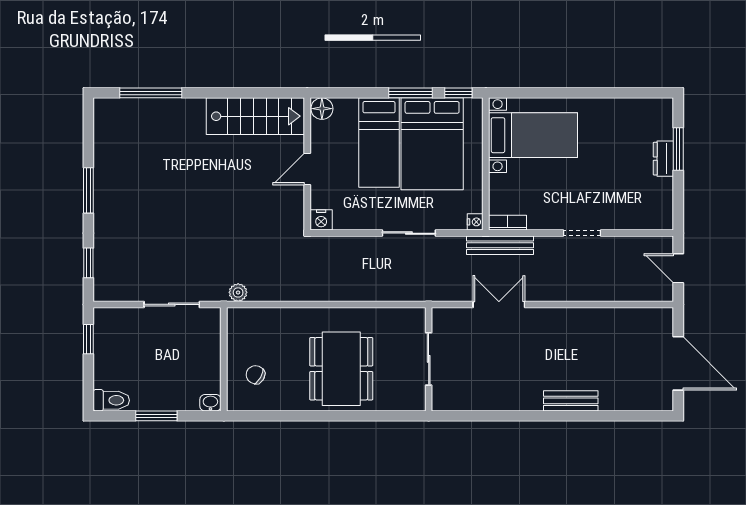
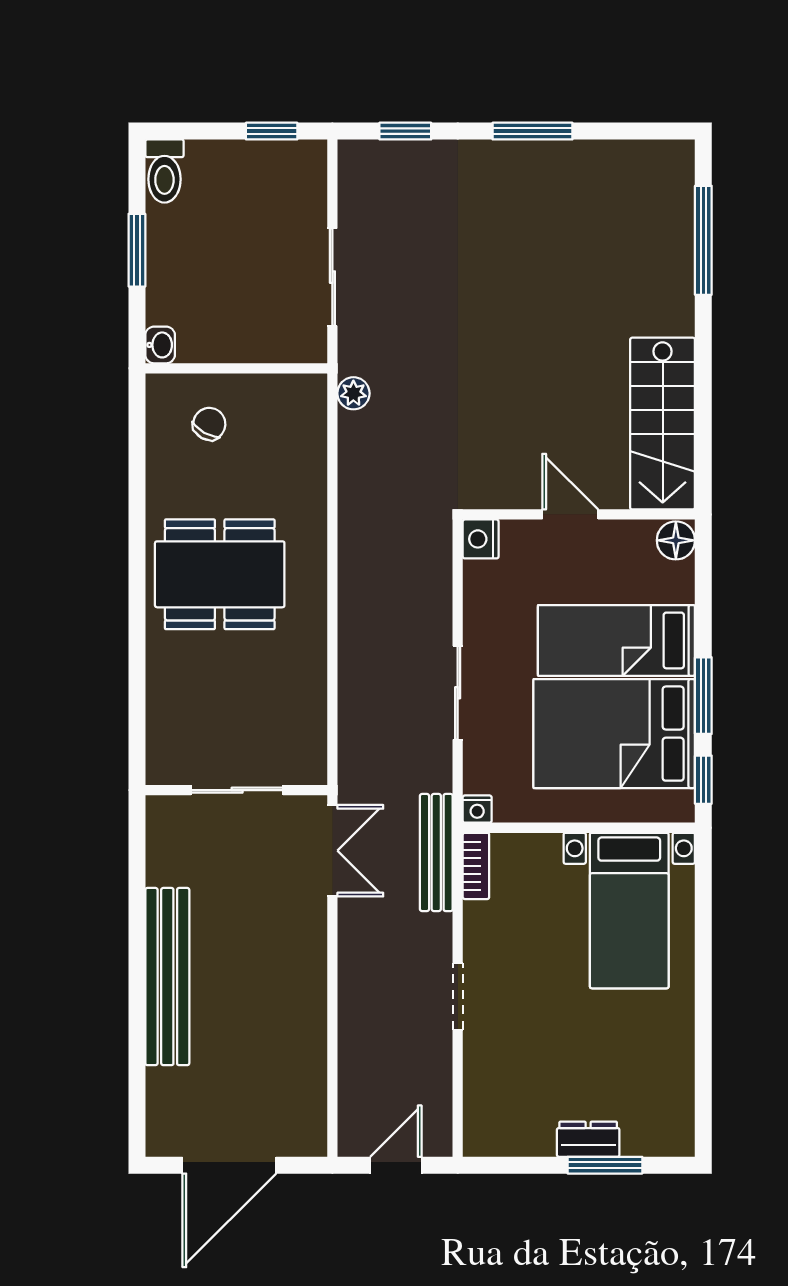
sliding door: (429, 359) -> (237, 790), moved
wall: (429, 359) -> (236, 790), moved
bench: (571, 401) -> (167, 977), width x1.86, depth x1.21

